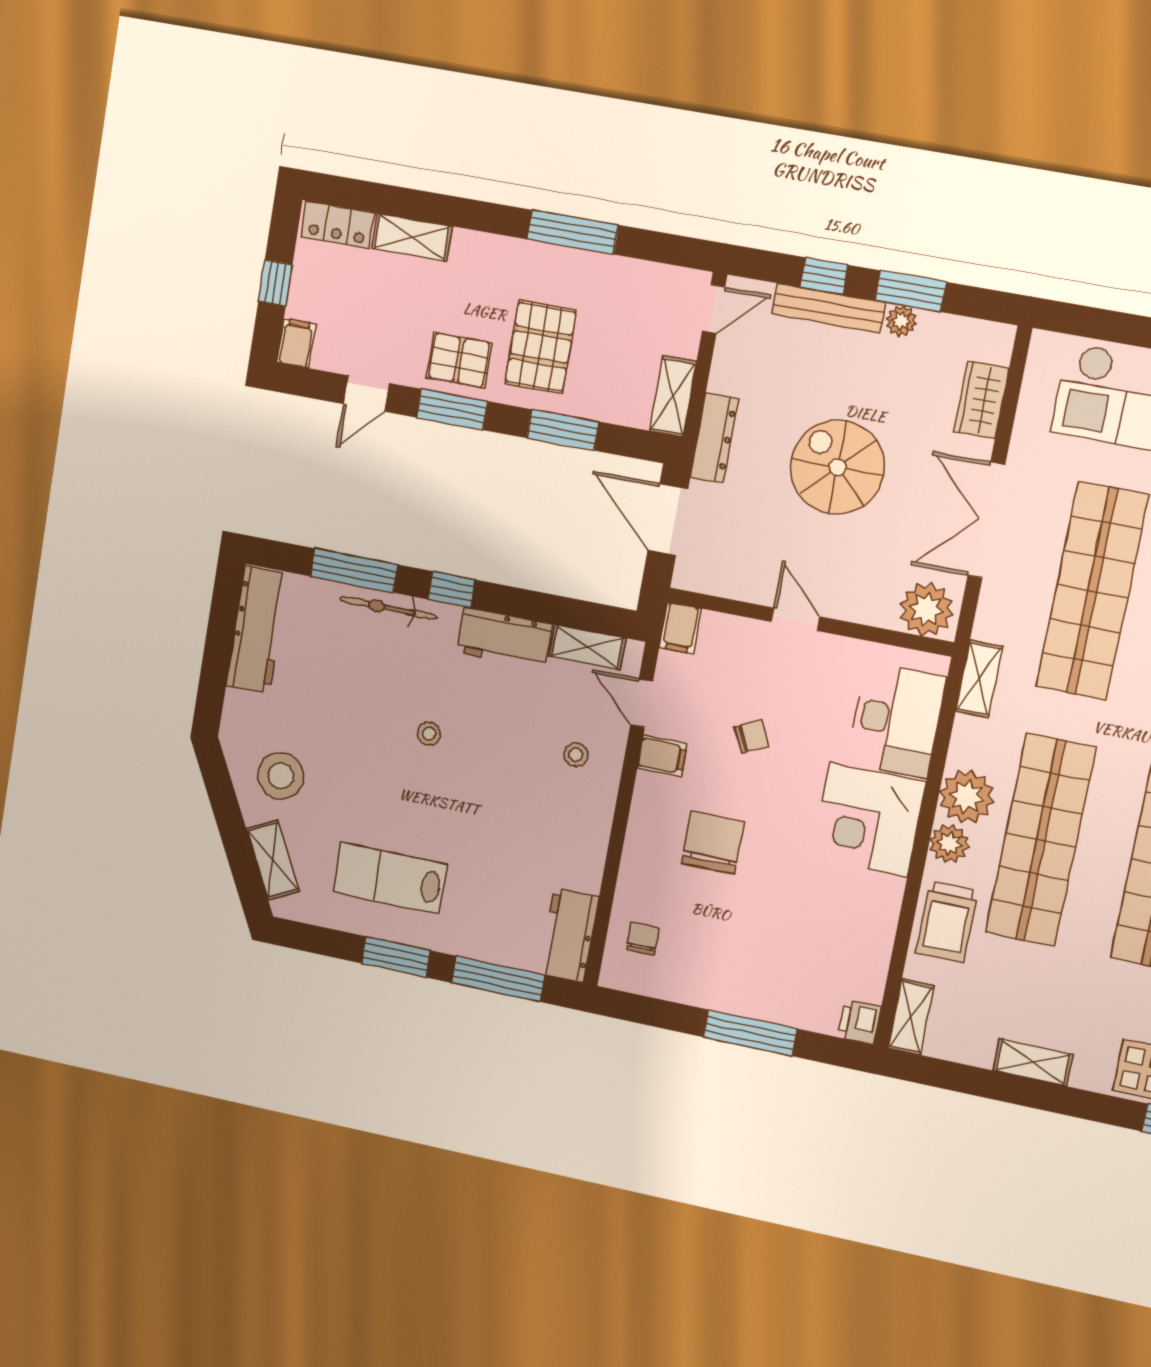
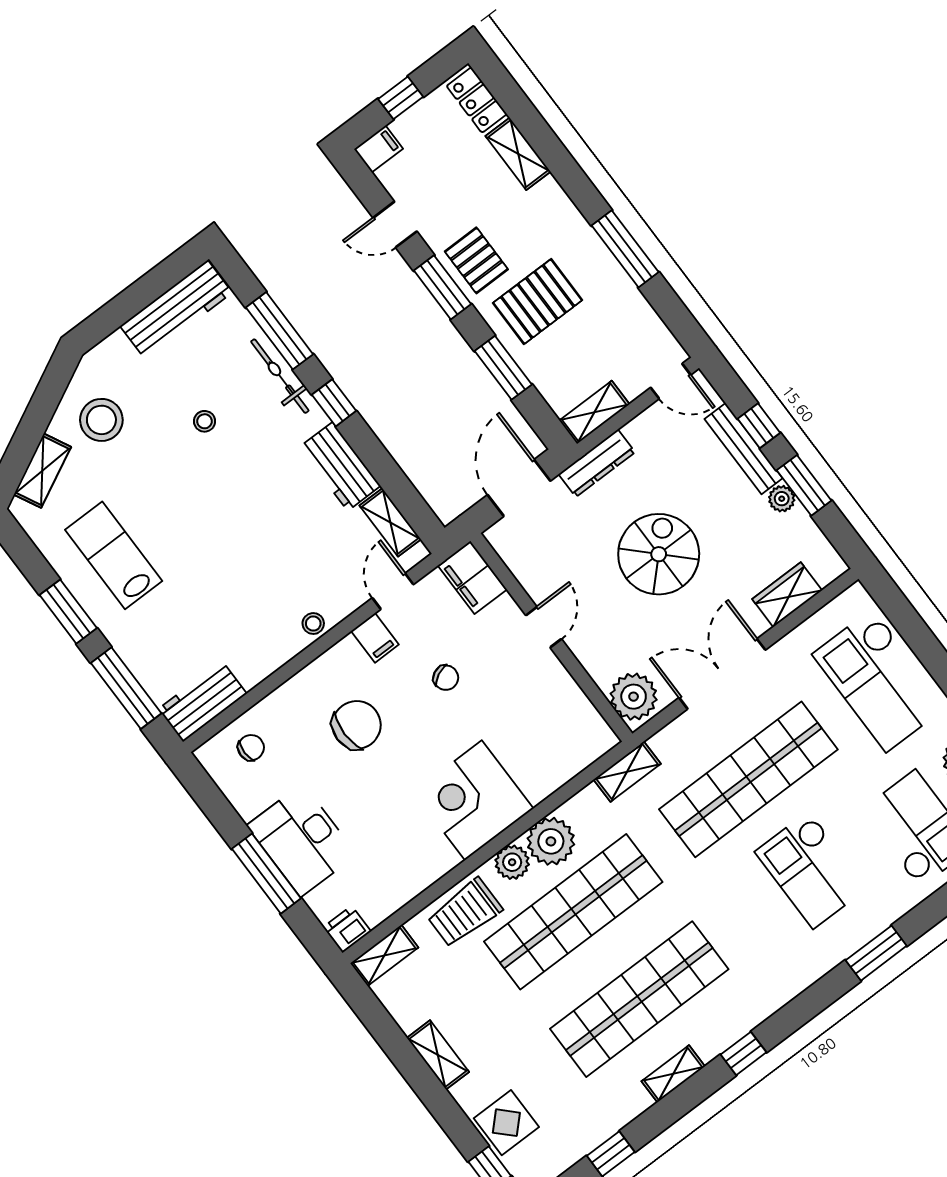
filing cabinet: (680, 628) -> (472, 577), width x2.00
desk: (897, 720) -> (302, 840), moved, turned 90
stool: (429, 734) -> (205, 421), moved
stool: (576, 755) -> (313, 624), moved

